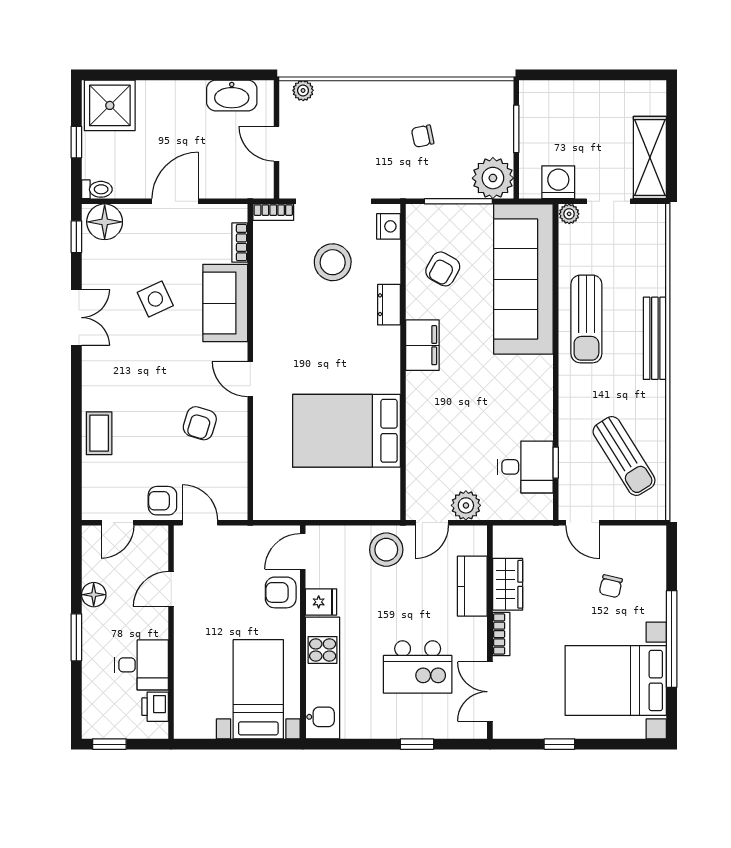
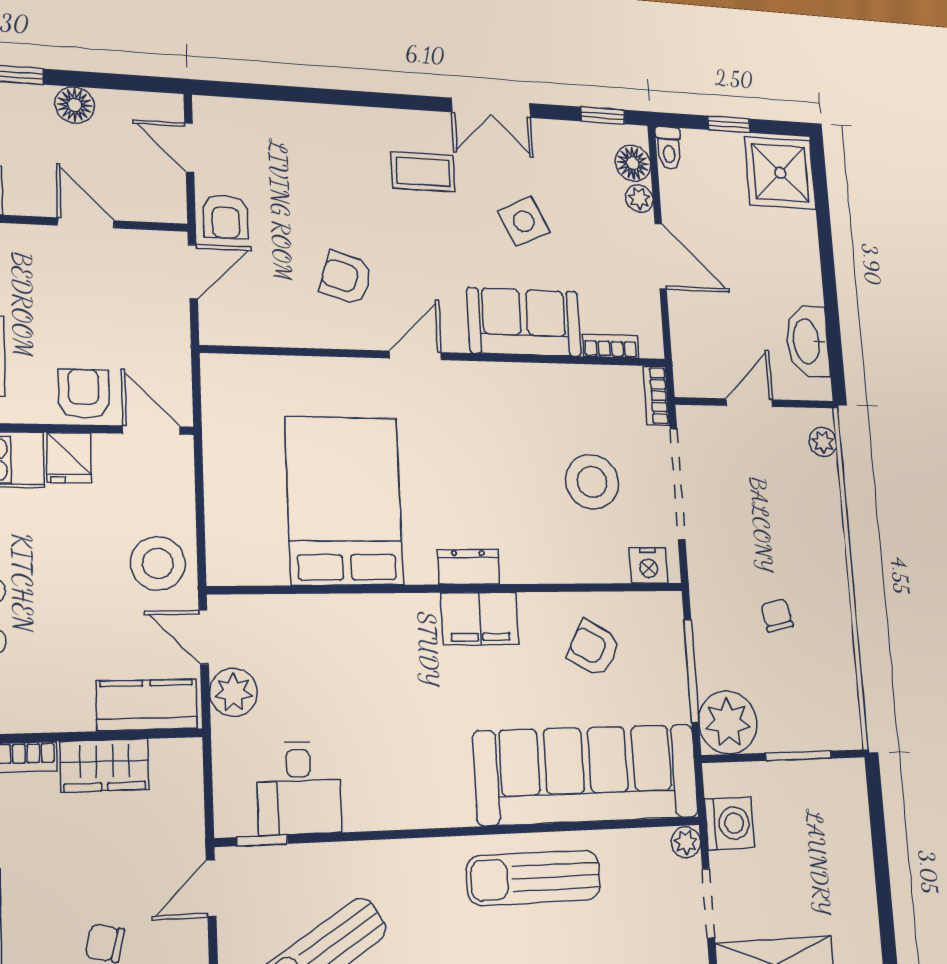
plant: (135, 214) -> (639, 199), added
floor lamp: (105, 222) -> (633, 163), width x0.73, depth x0.73
dresser: (389, 305) -> (469, 567), moved
coffee table: (99, 433) -> (423, 172), moved
window: (556, 463) -> (262, 841), moved
armchair: (162, 501) -> (226, 217), turned 180
kitchen counter: (472, 586) -> (147, 705), moved

